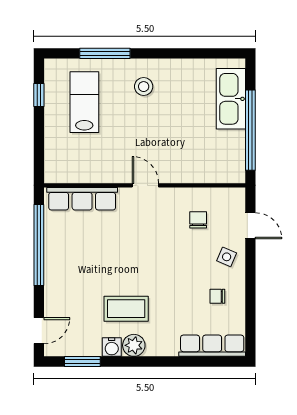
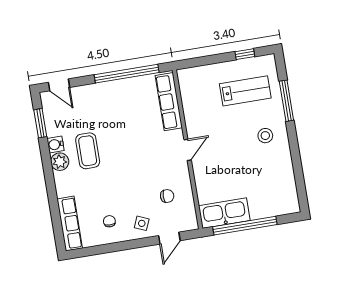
kitchen sink: (231, 99) -> (224, 213), moved

